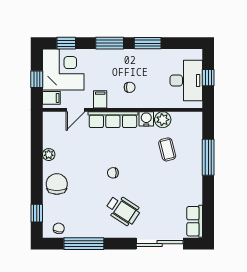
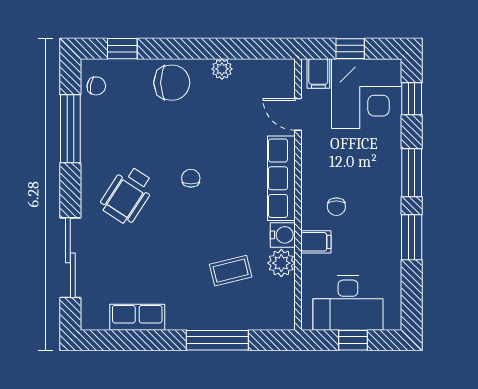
filing cabinet: (100, 99) -> (316, 242), moved
row of seats: (195, 221) -> (137, 317), moved

